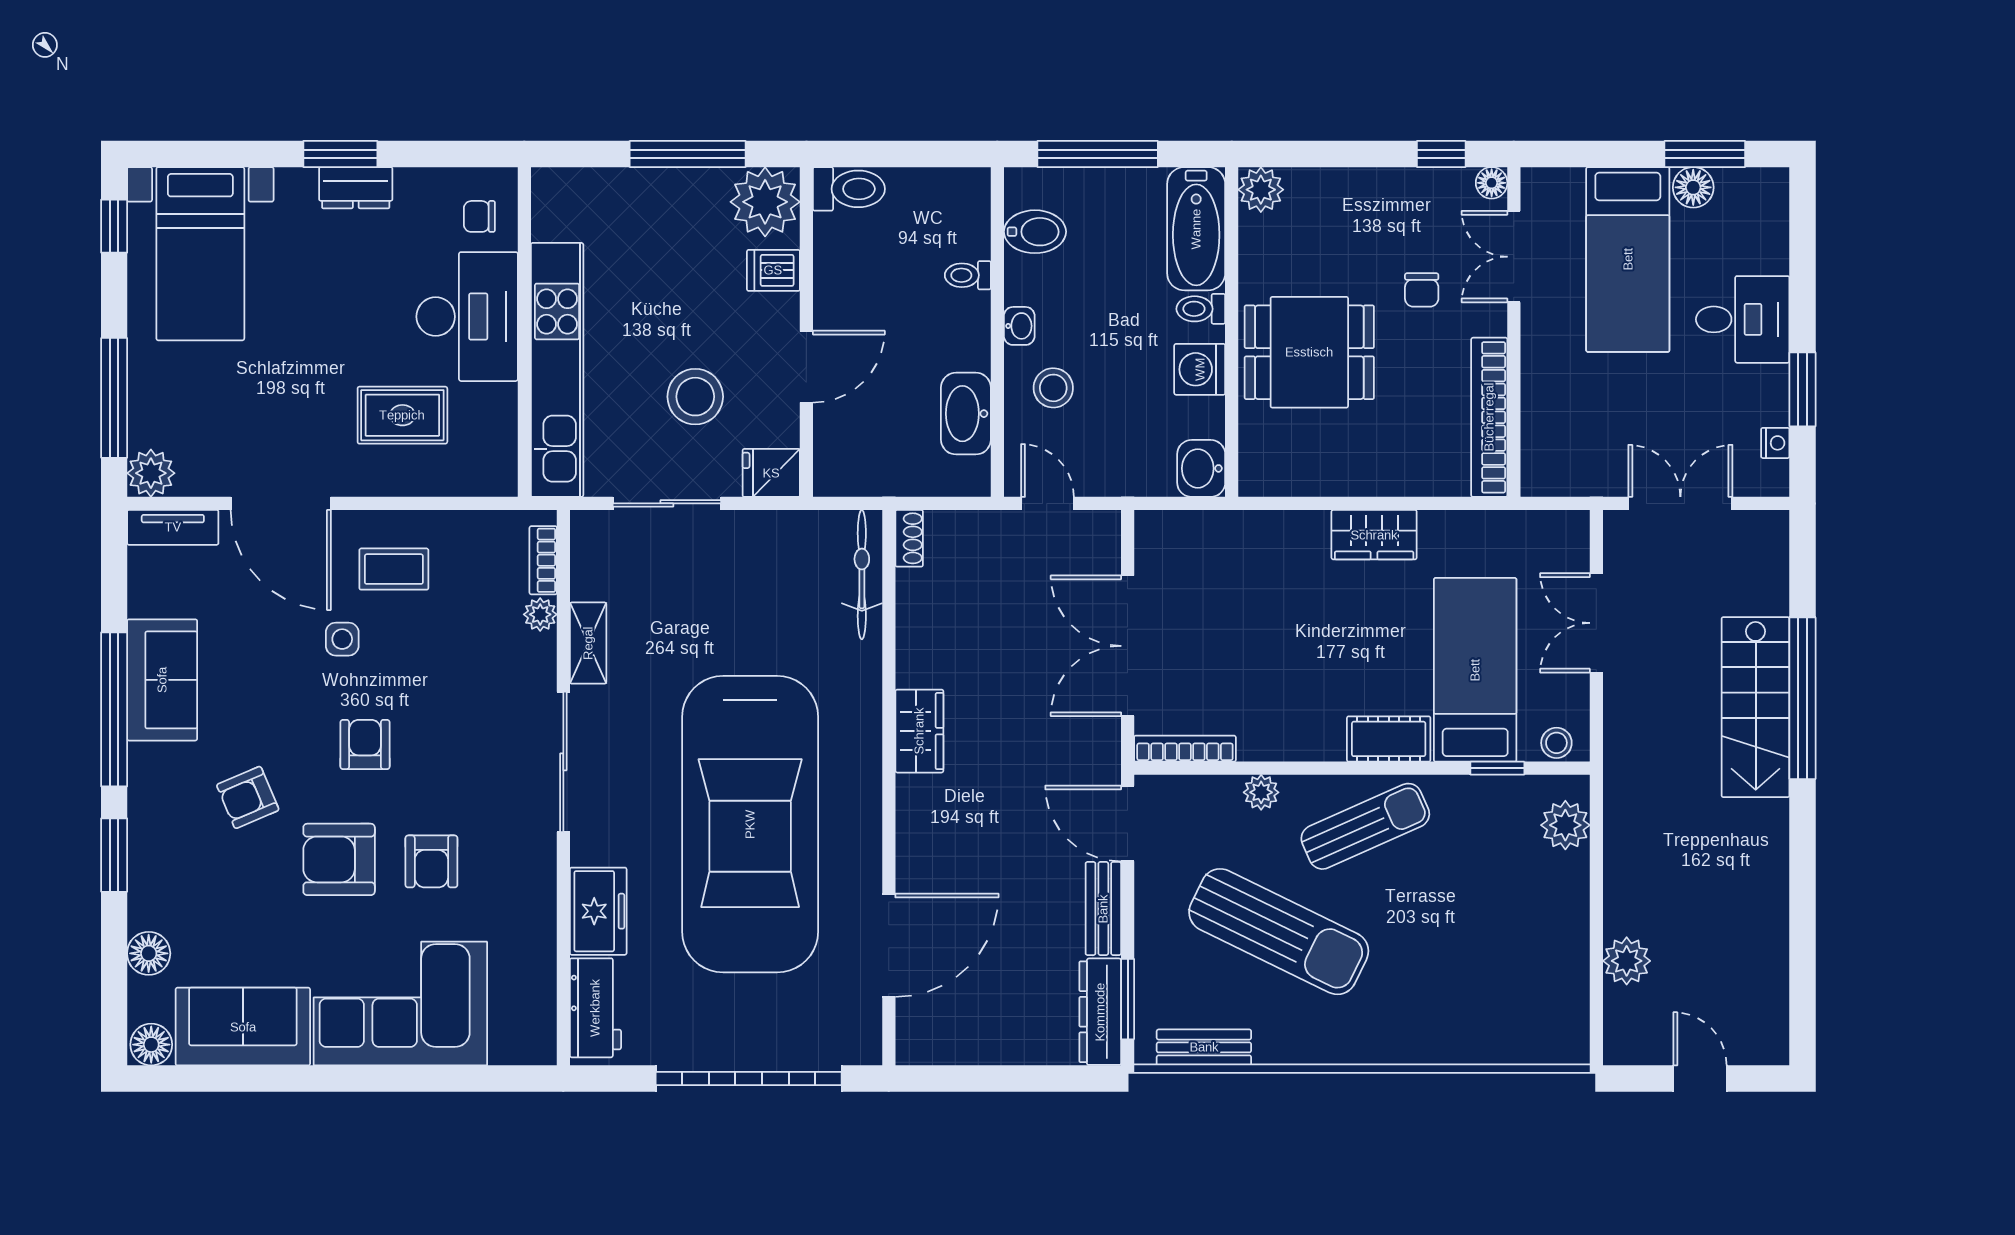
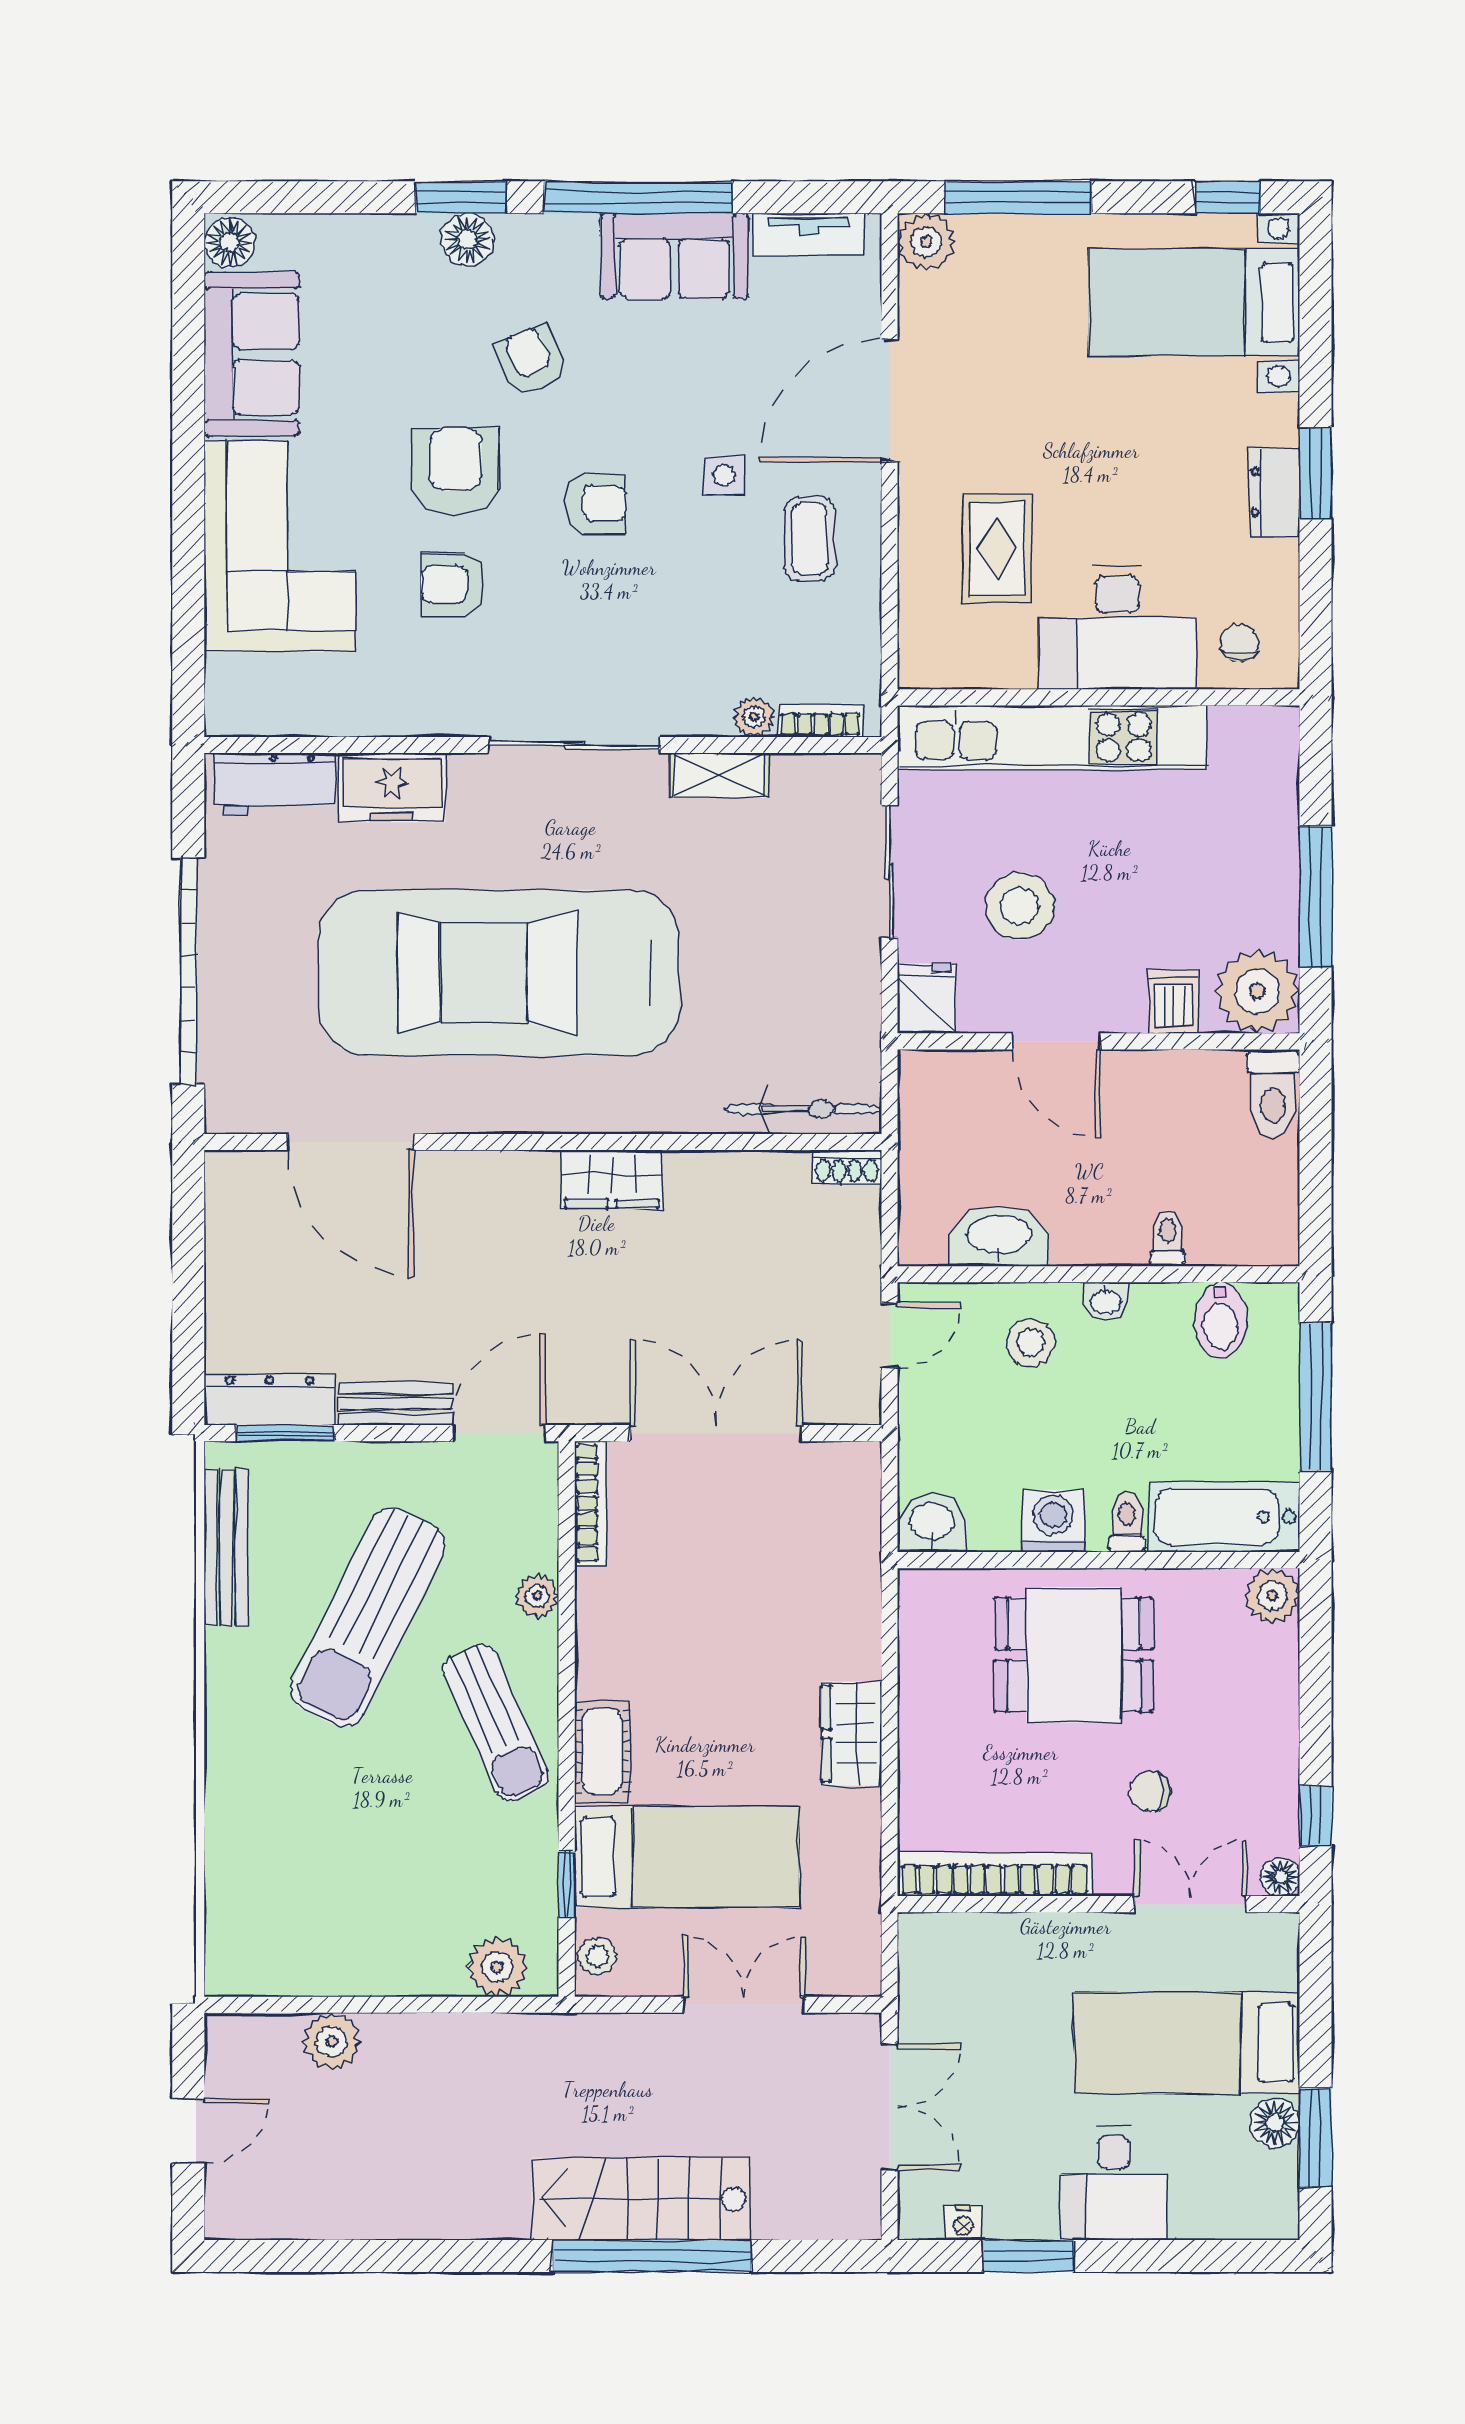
dining table: (1309, 352) -> (1074, 1655), turned 90
tv unit: (173, 527) -> (808, 234), moved, turned -90
floor lamp: (149, 953) -> (467, 239), moved
bench: (1204, 1047) -> (226, 1547), width x1.36

